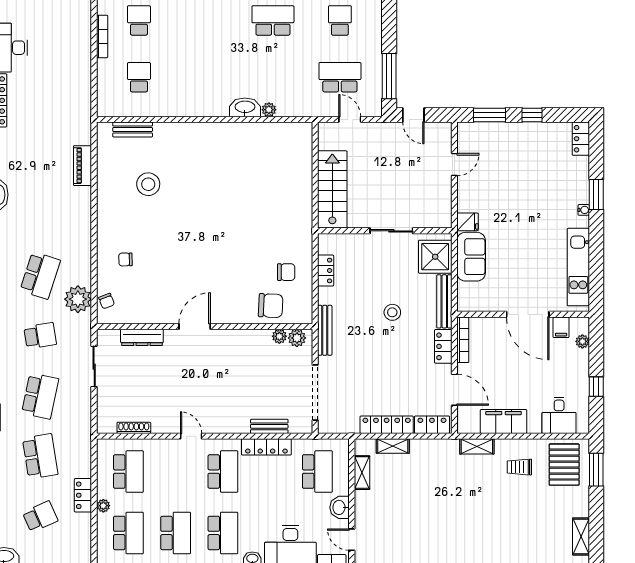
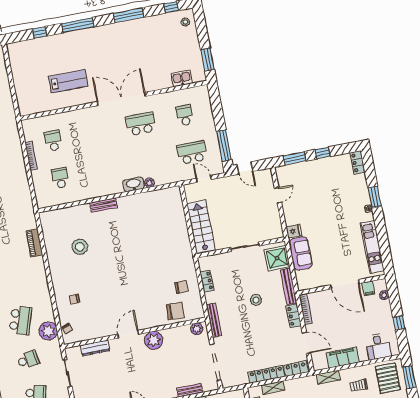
bench: (133, 130) -> (103, 205), moved
plant: (279, 336) -> (154, 340), moved, width x1.88, depth x1.88

